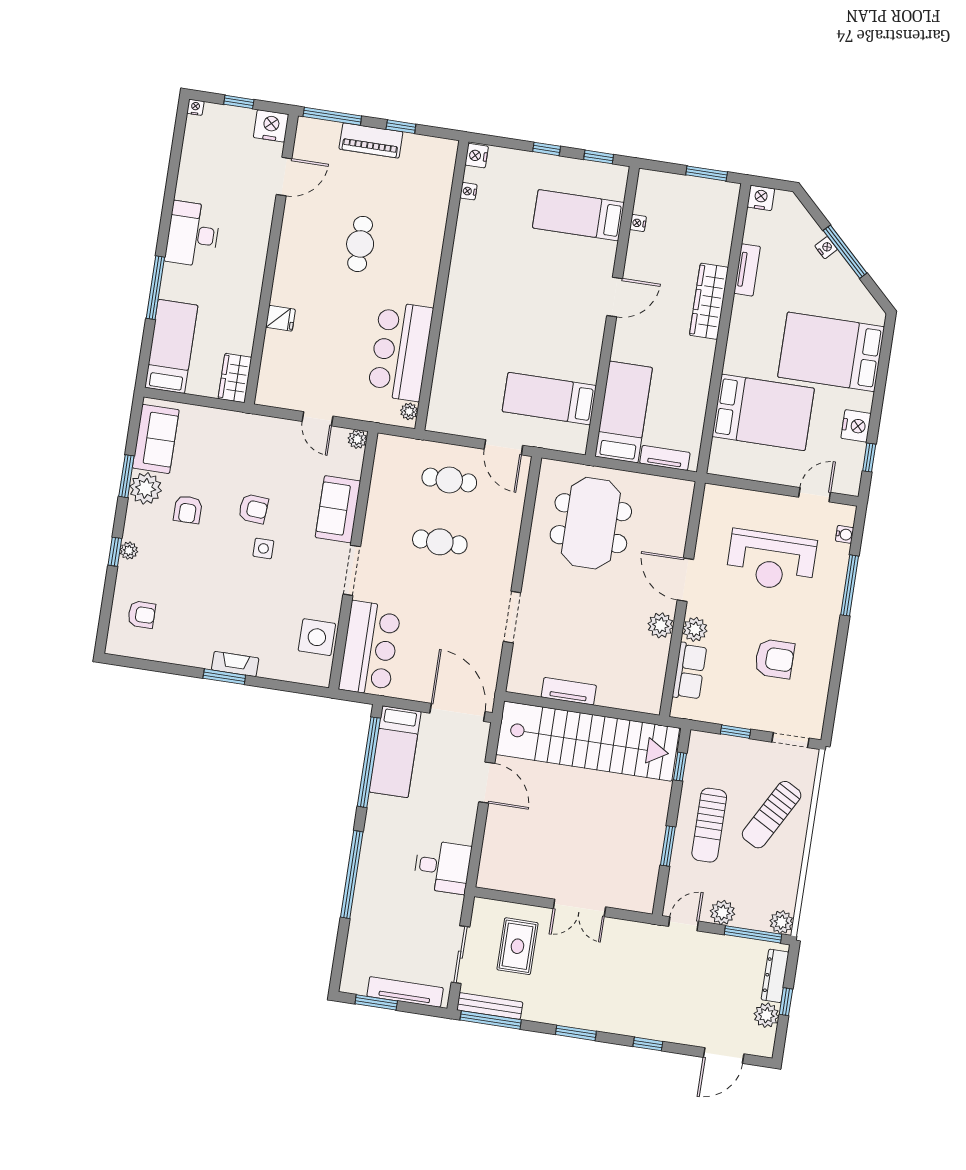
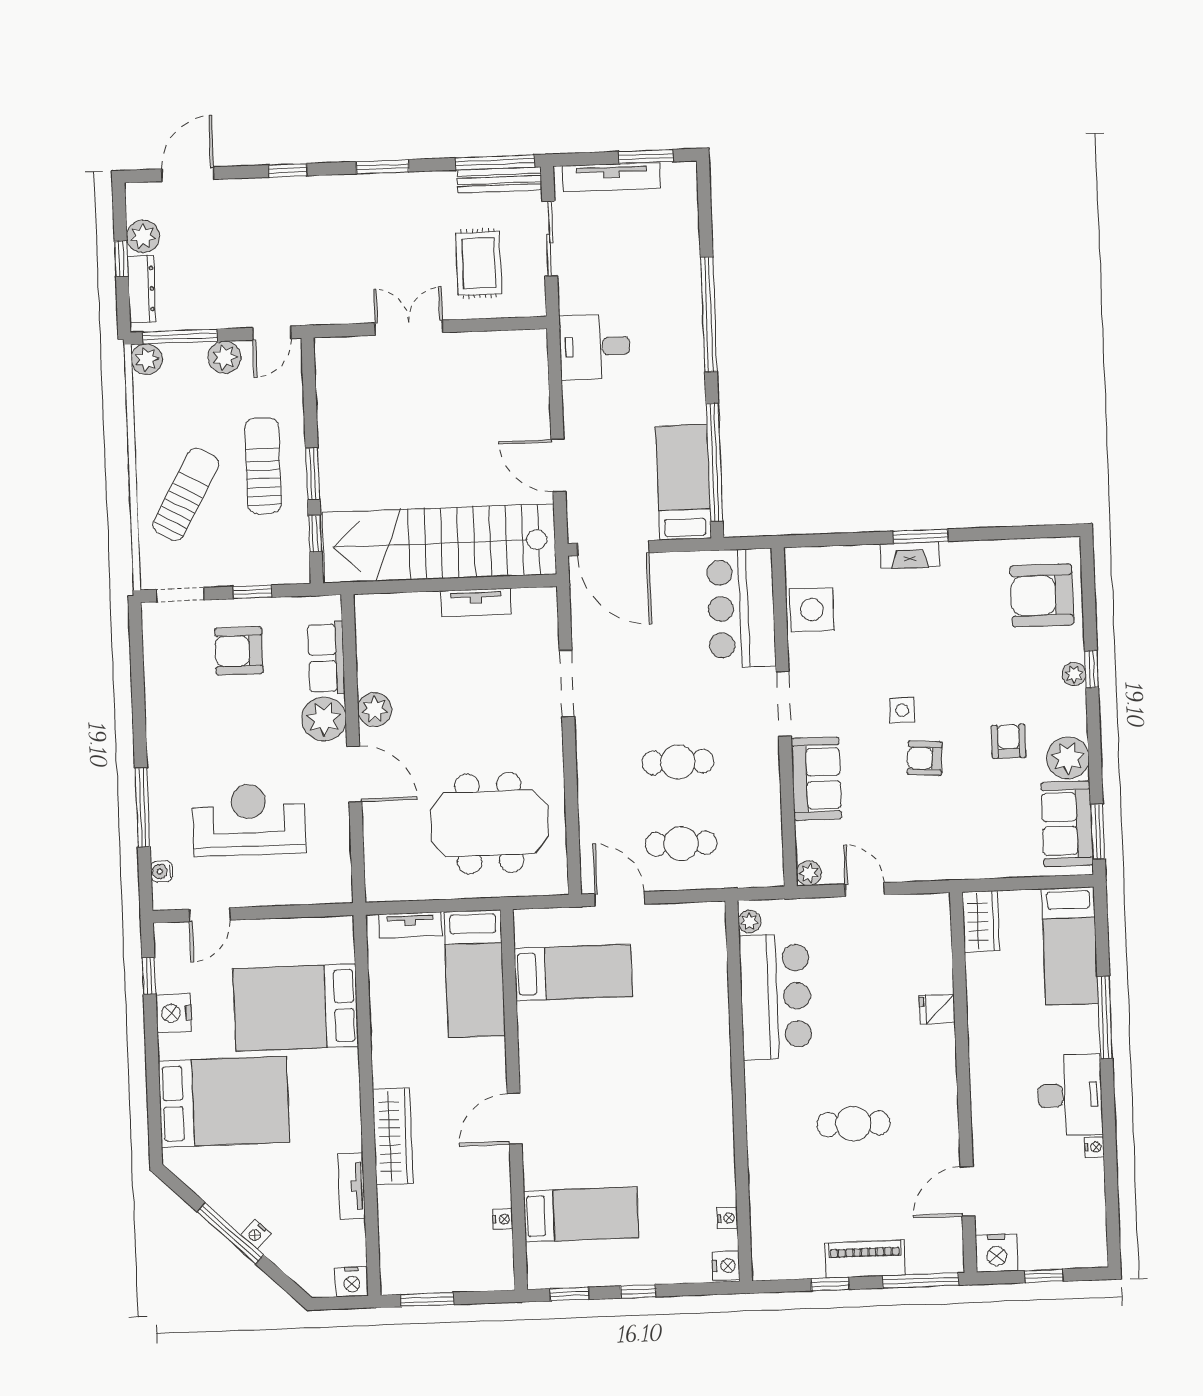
nightstand: (195, 107) -> (1094, 1147), moved, turned -90
cafe table: (360, 244) -> (853, 1124), turned 90
window: (126, 476) -> (1098, 832), moved
meeting table: (591, 523) -> (489, 823), turned 90
armchair: (142, 615) -> (1042, 595), width x1.88, depth x1.88
plant: (695, 629) -> (324, 719), width x1.36, depth x1.36
armchair: (774, 659) -> (239, 651), moved
window: (668, 846) -> (313, 474), moved

